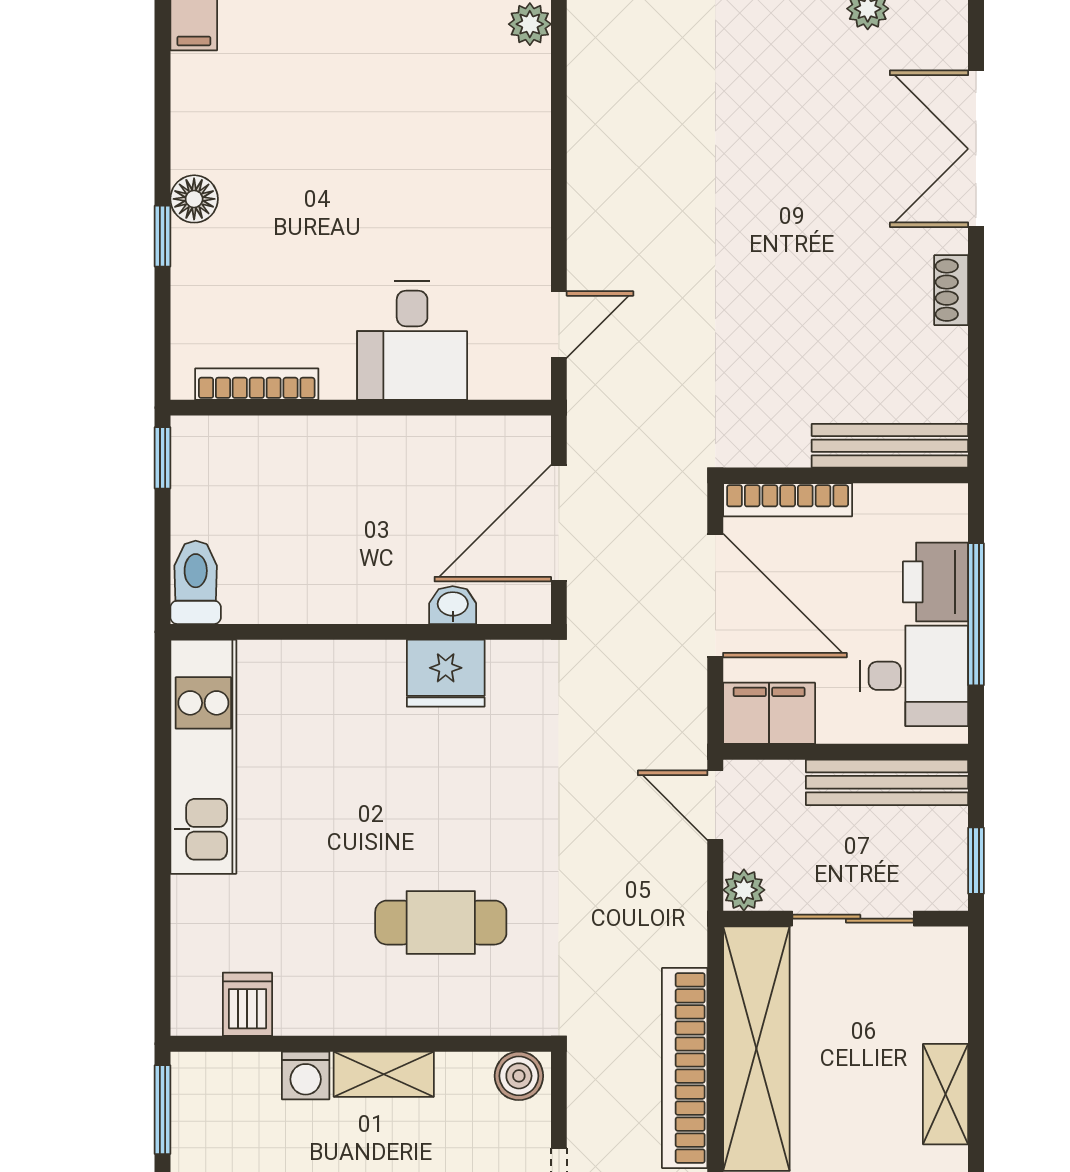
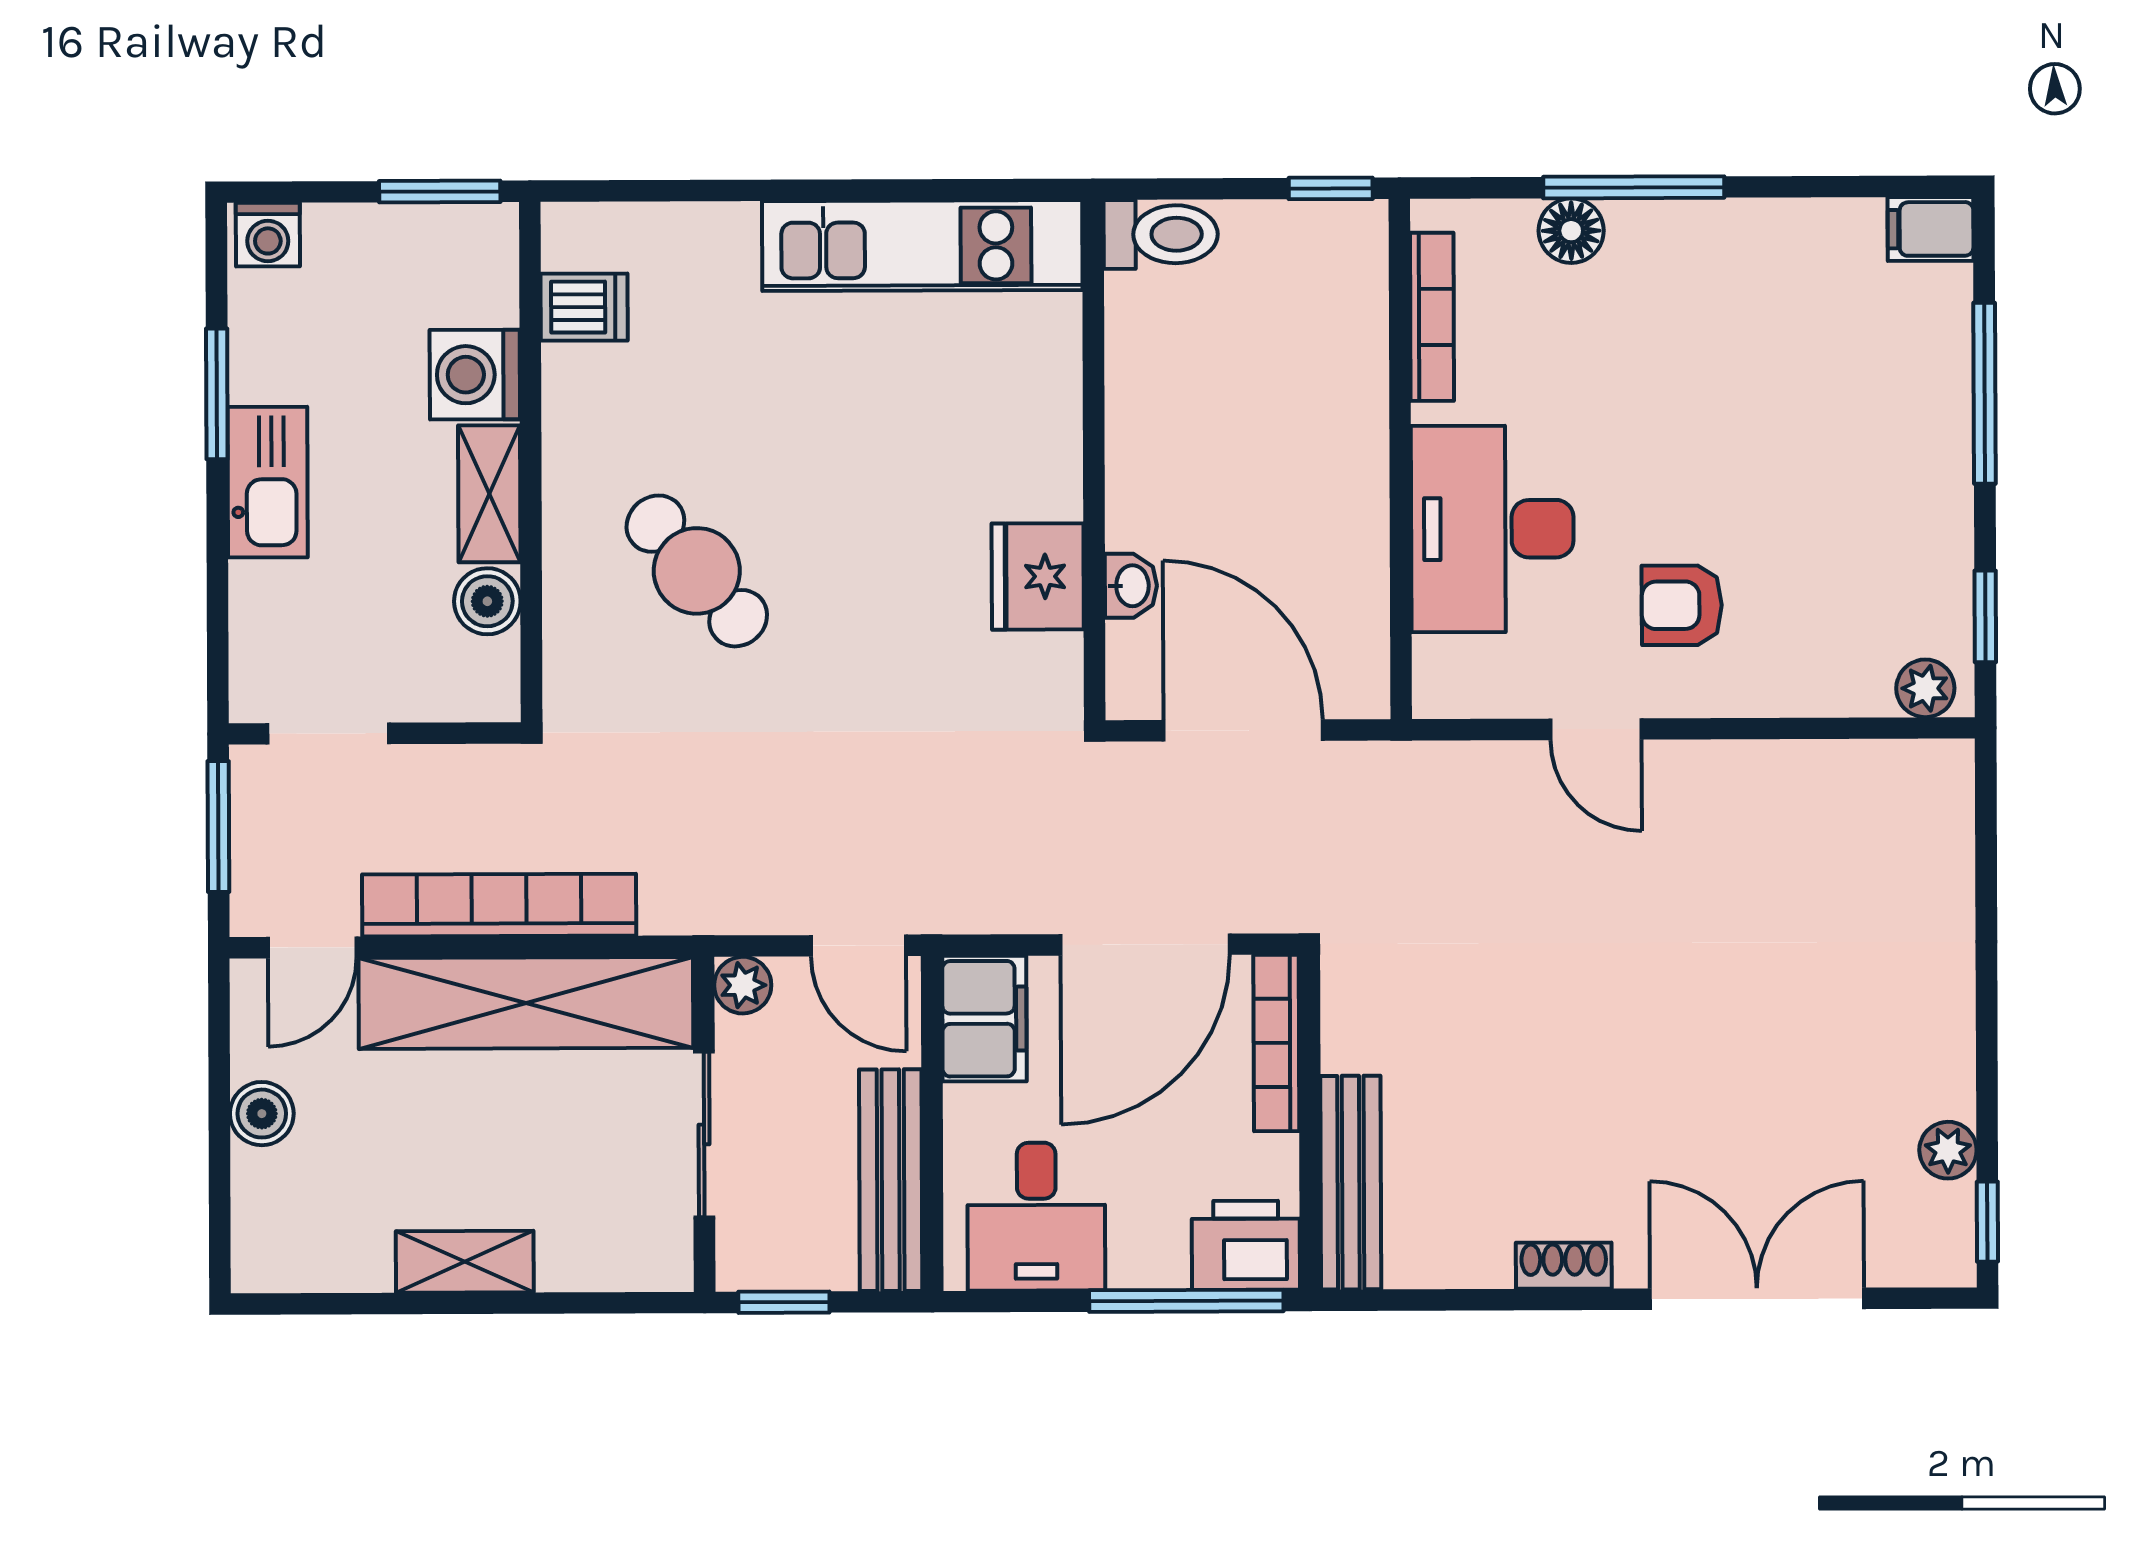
floor lamp: (194, 199) -> (1571, 231), moved
armchair: (468, 202) -> (1682, 605), added
window: (163, 236) -> (1634, 187), width x2.17
door: (559, 324) -> (1596, 729), moved
desk: (412, 340) -> (1492, 529), width x1.37
printer: (936, 582) -> (1246, 1245), moved
window: (976, 614) -> (1186, 1301), moved
door: (715, 805) -> (858, 946), swing flipped
cafe table: (441, 923) -> (697, 571), turned -41
washing machine: (306, 1075) -> (475, 375), width x1.38, depth x1.38
boiler: (519, 1076) -> (487, 601), moved

